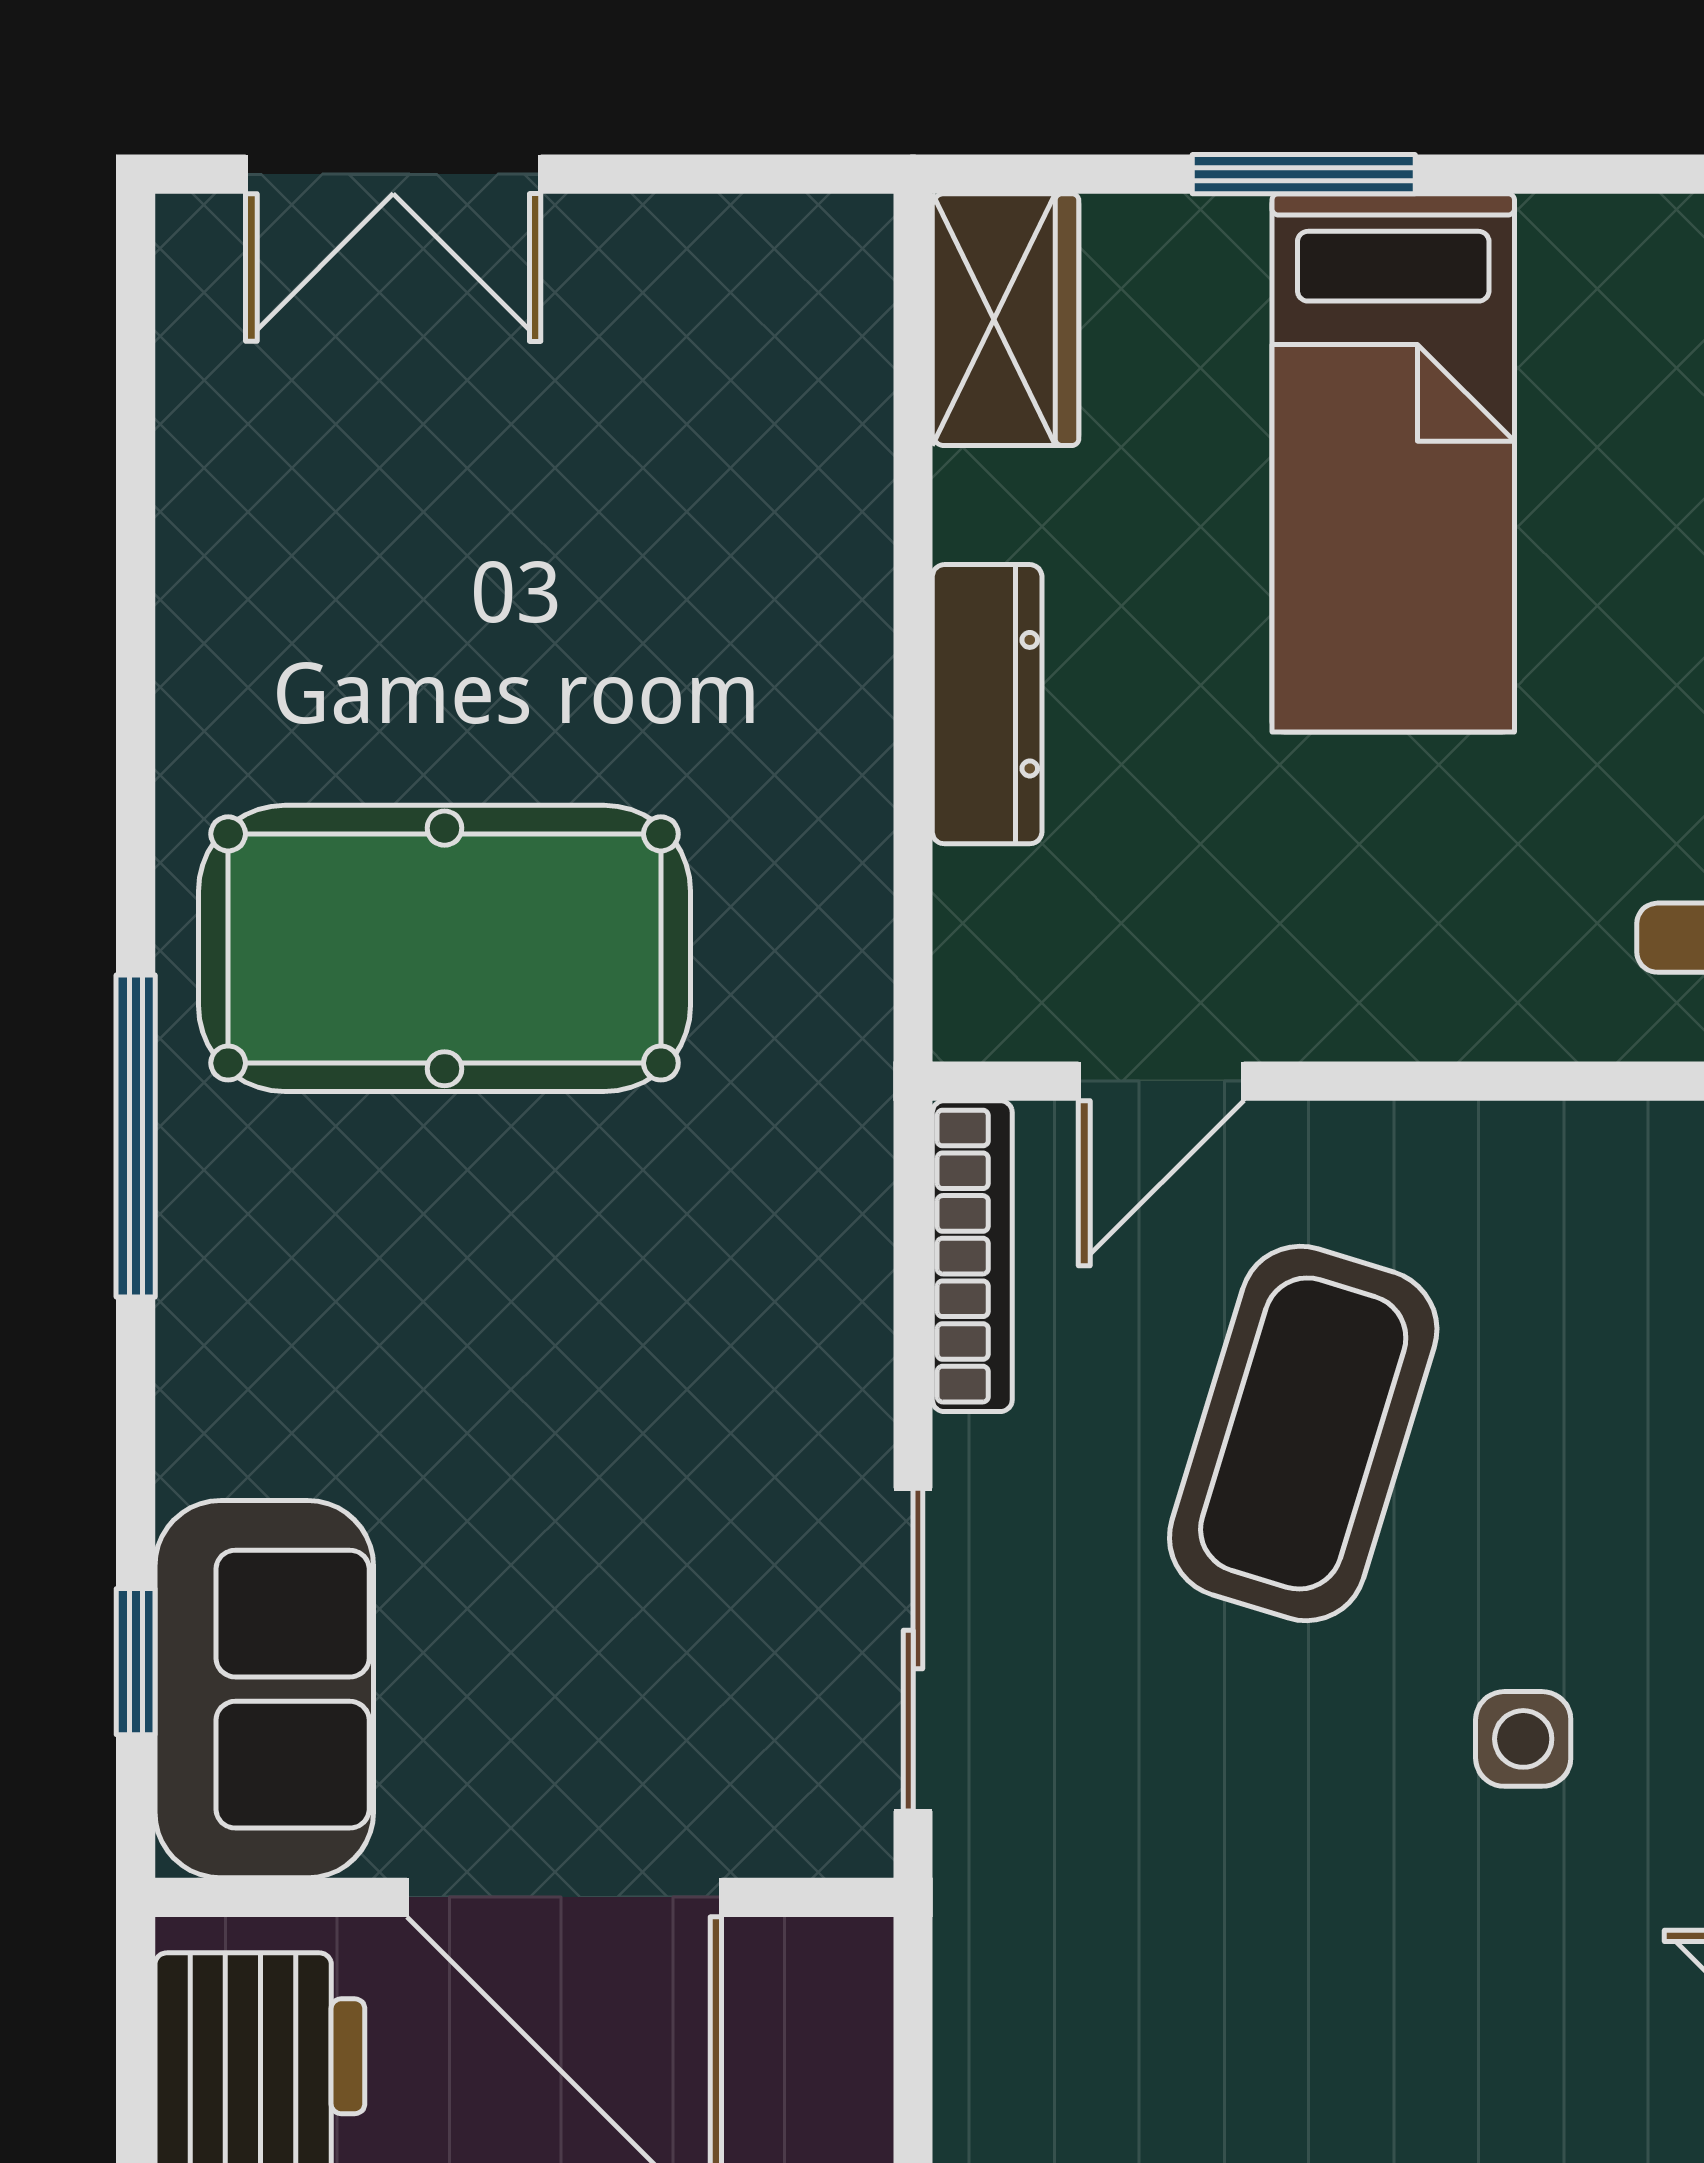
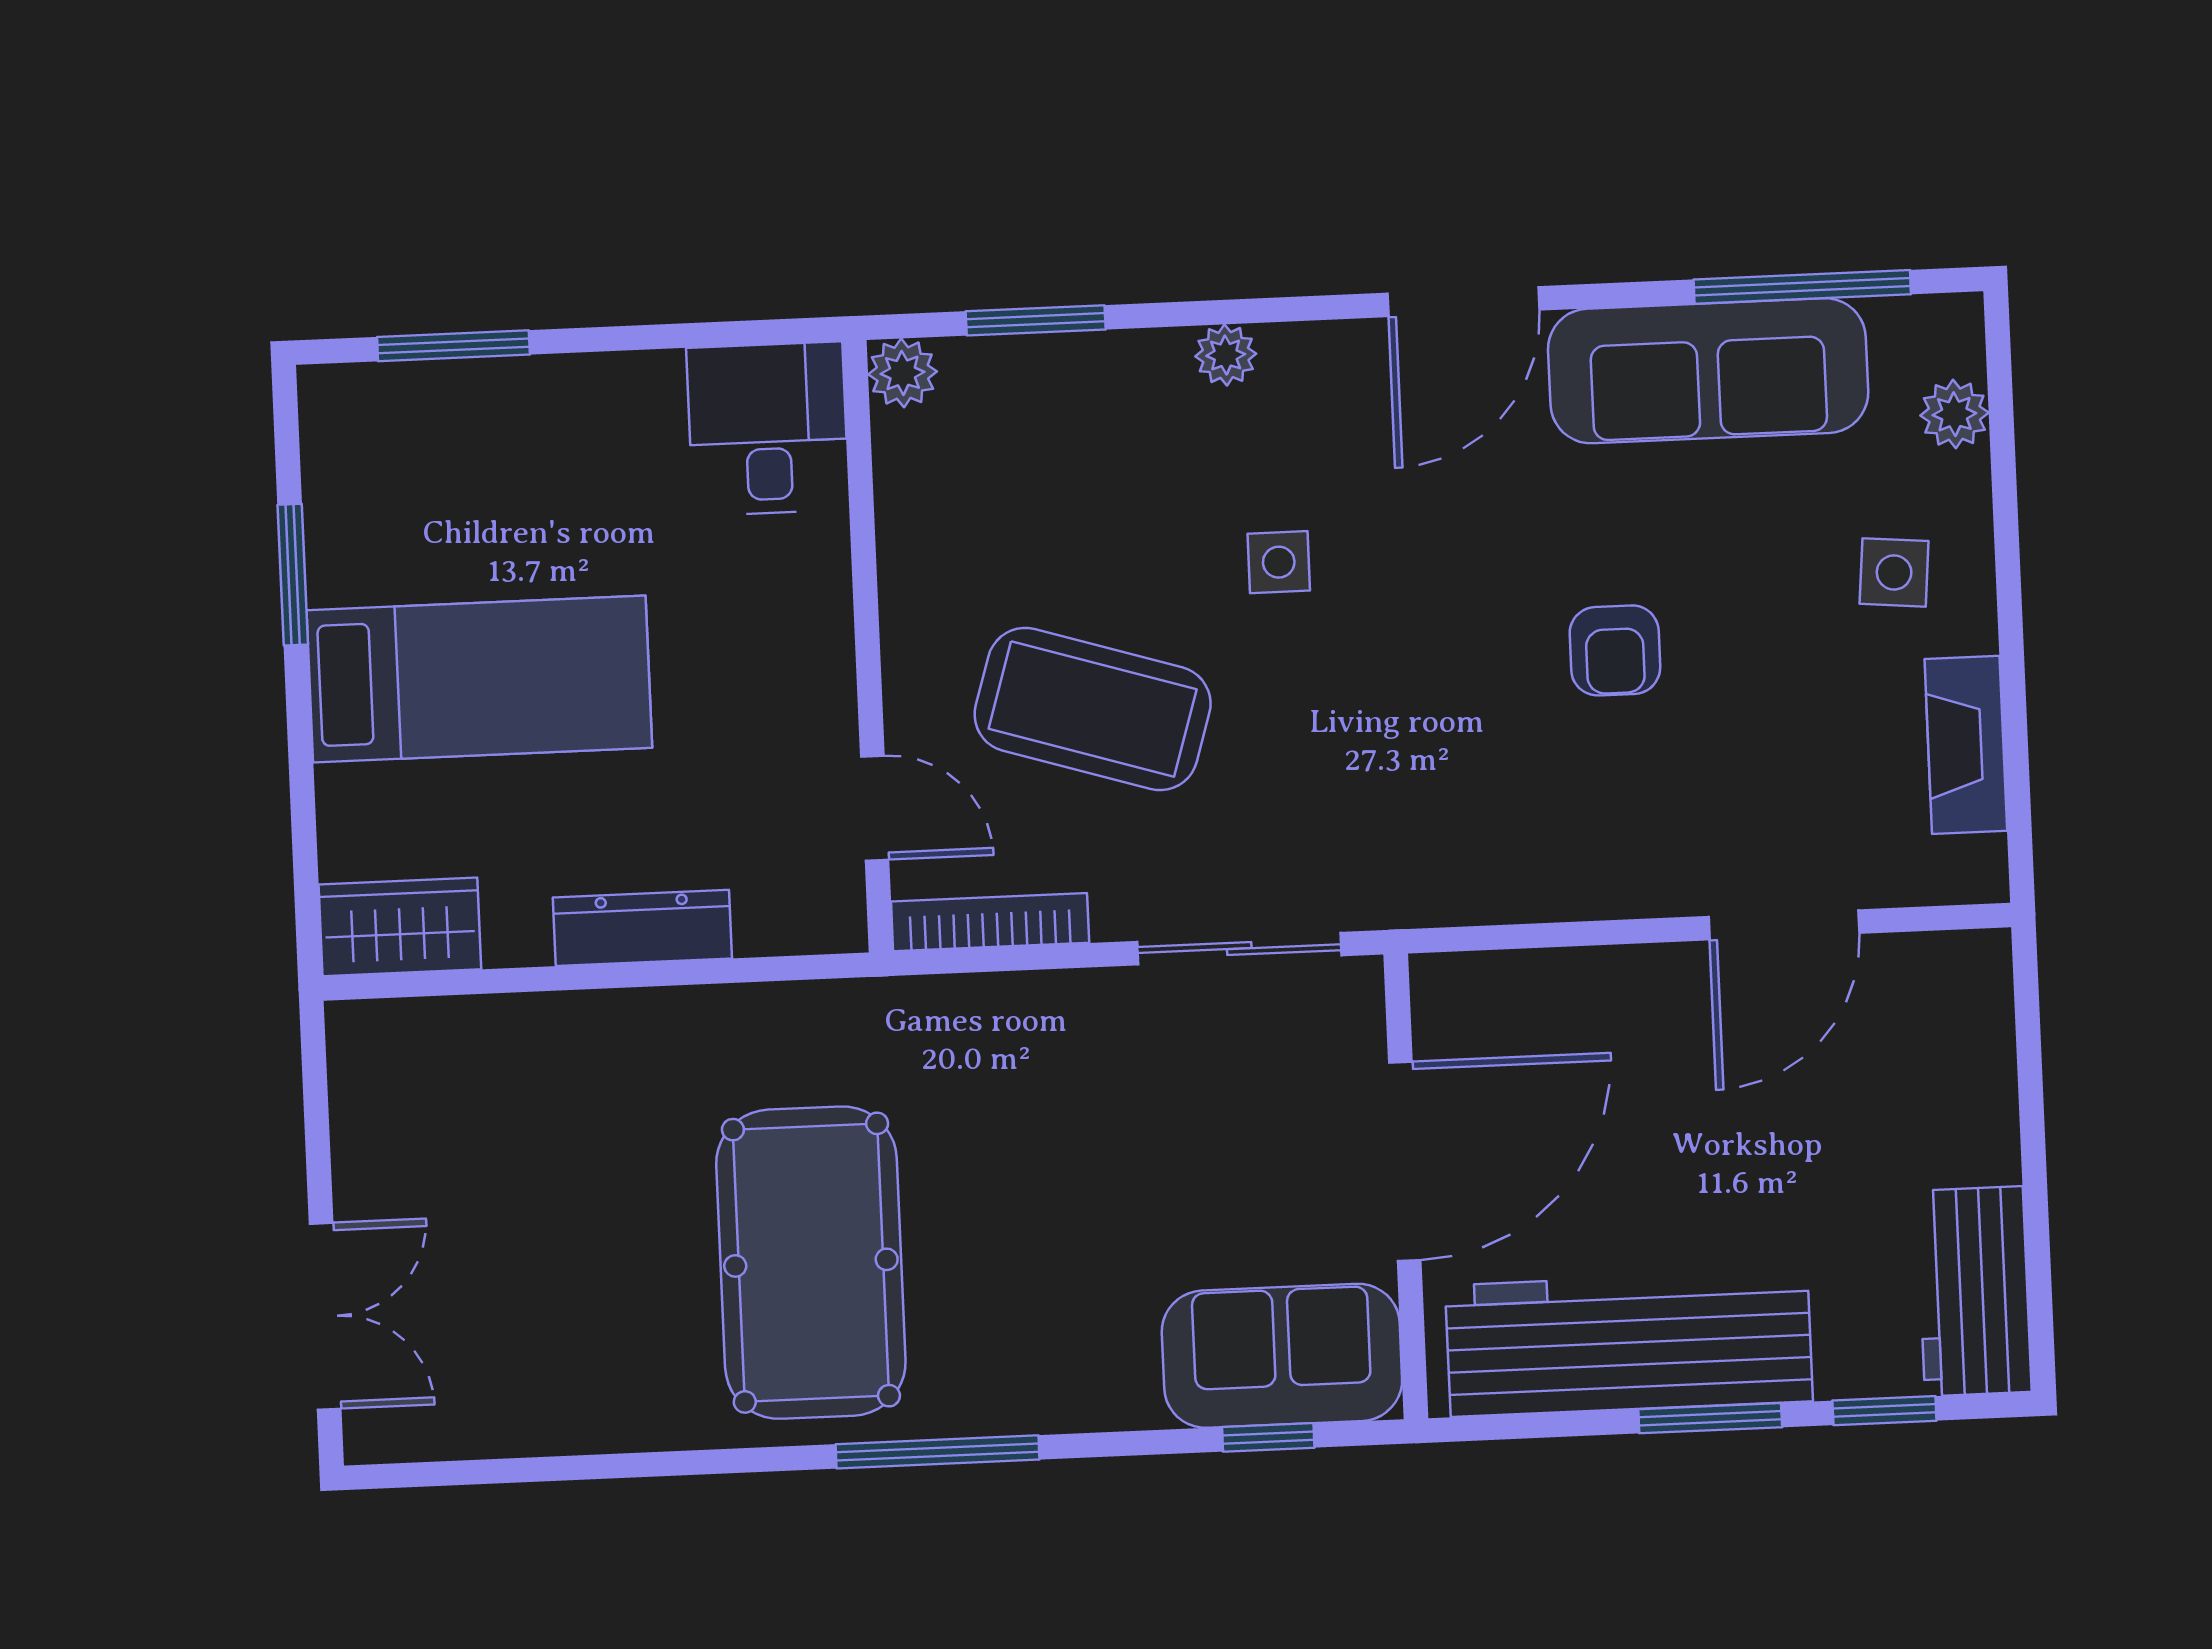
window: (1304, 174) -> (293, 575), moved

